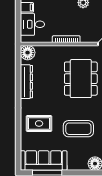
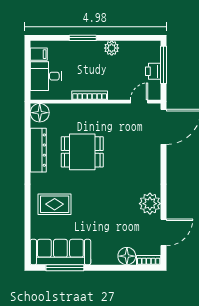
dining table: (81, 79) -> (82, 152), moved, width x0.73
coffee table: (78, 129) -> (105, 211), removed

